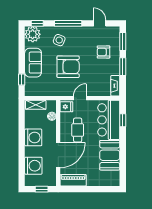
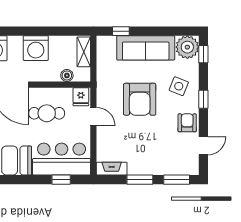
window: (68, 23) -> (203, 99), width x0.46
armchair: (103, 52) -> (187, 123), moved
sofa: (33, 63) -> (146, 48), width x1.36

